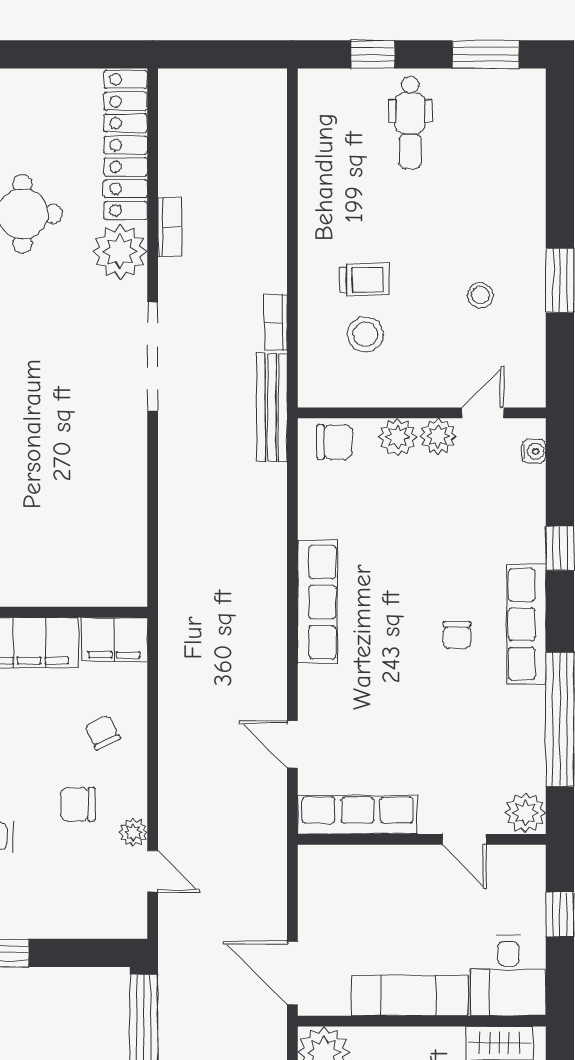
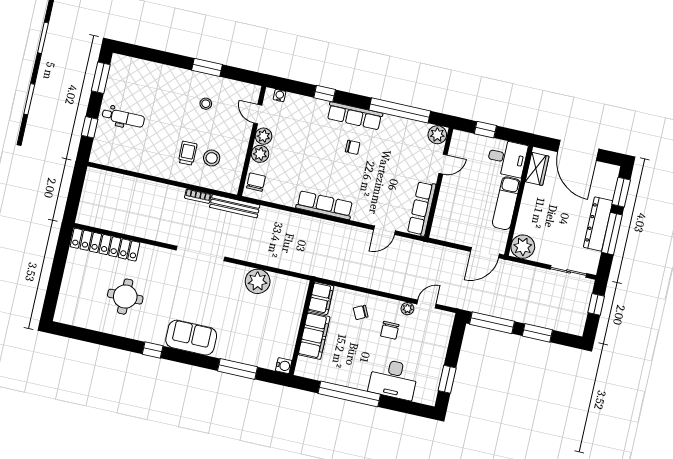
bookcase: (169, 227) -> (145, 233), removed
plant: (120, 252) -> (258, 281), moved

